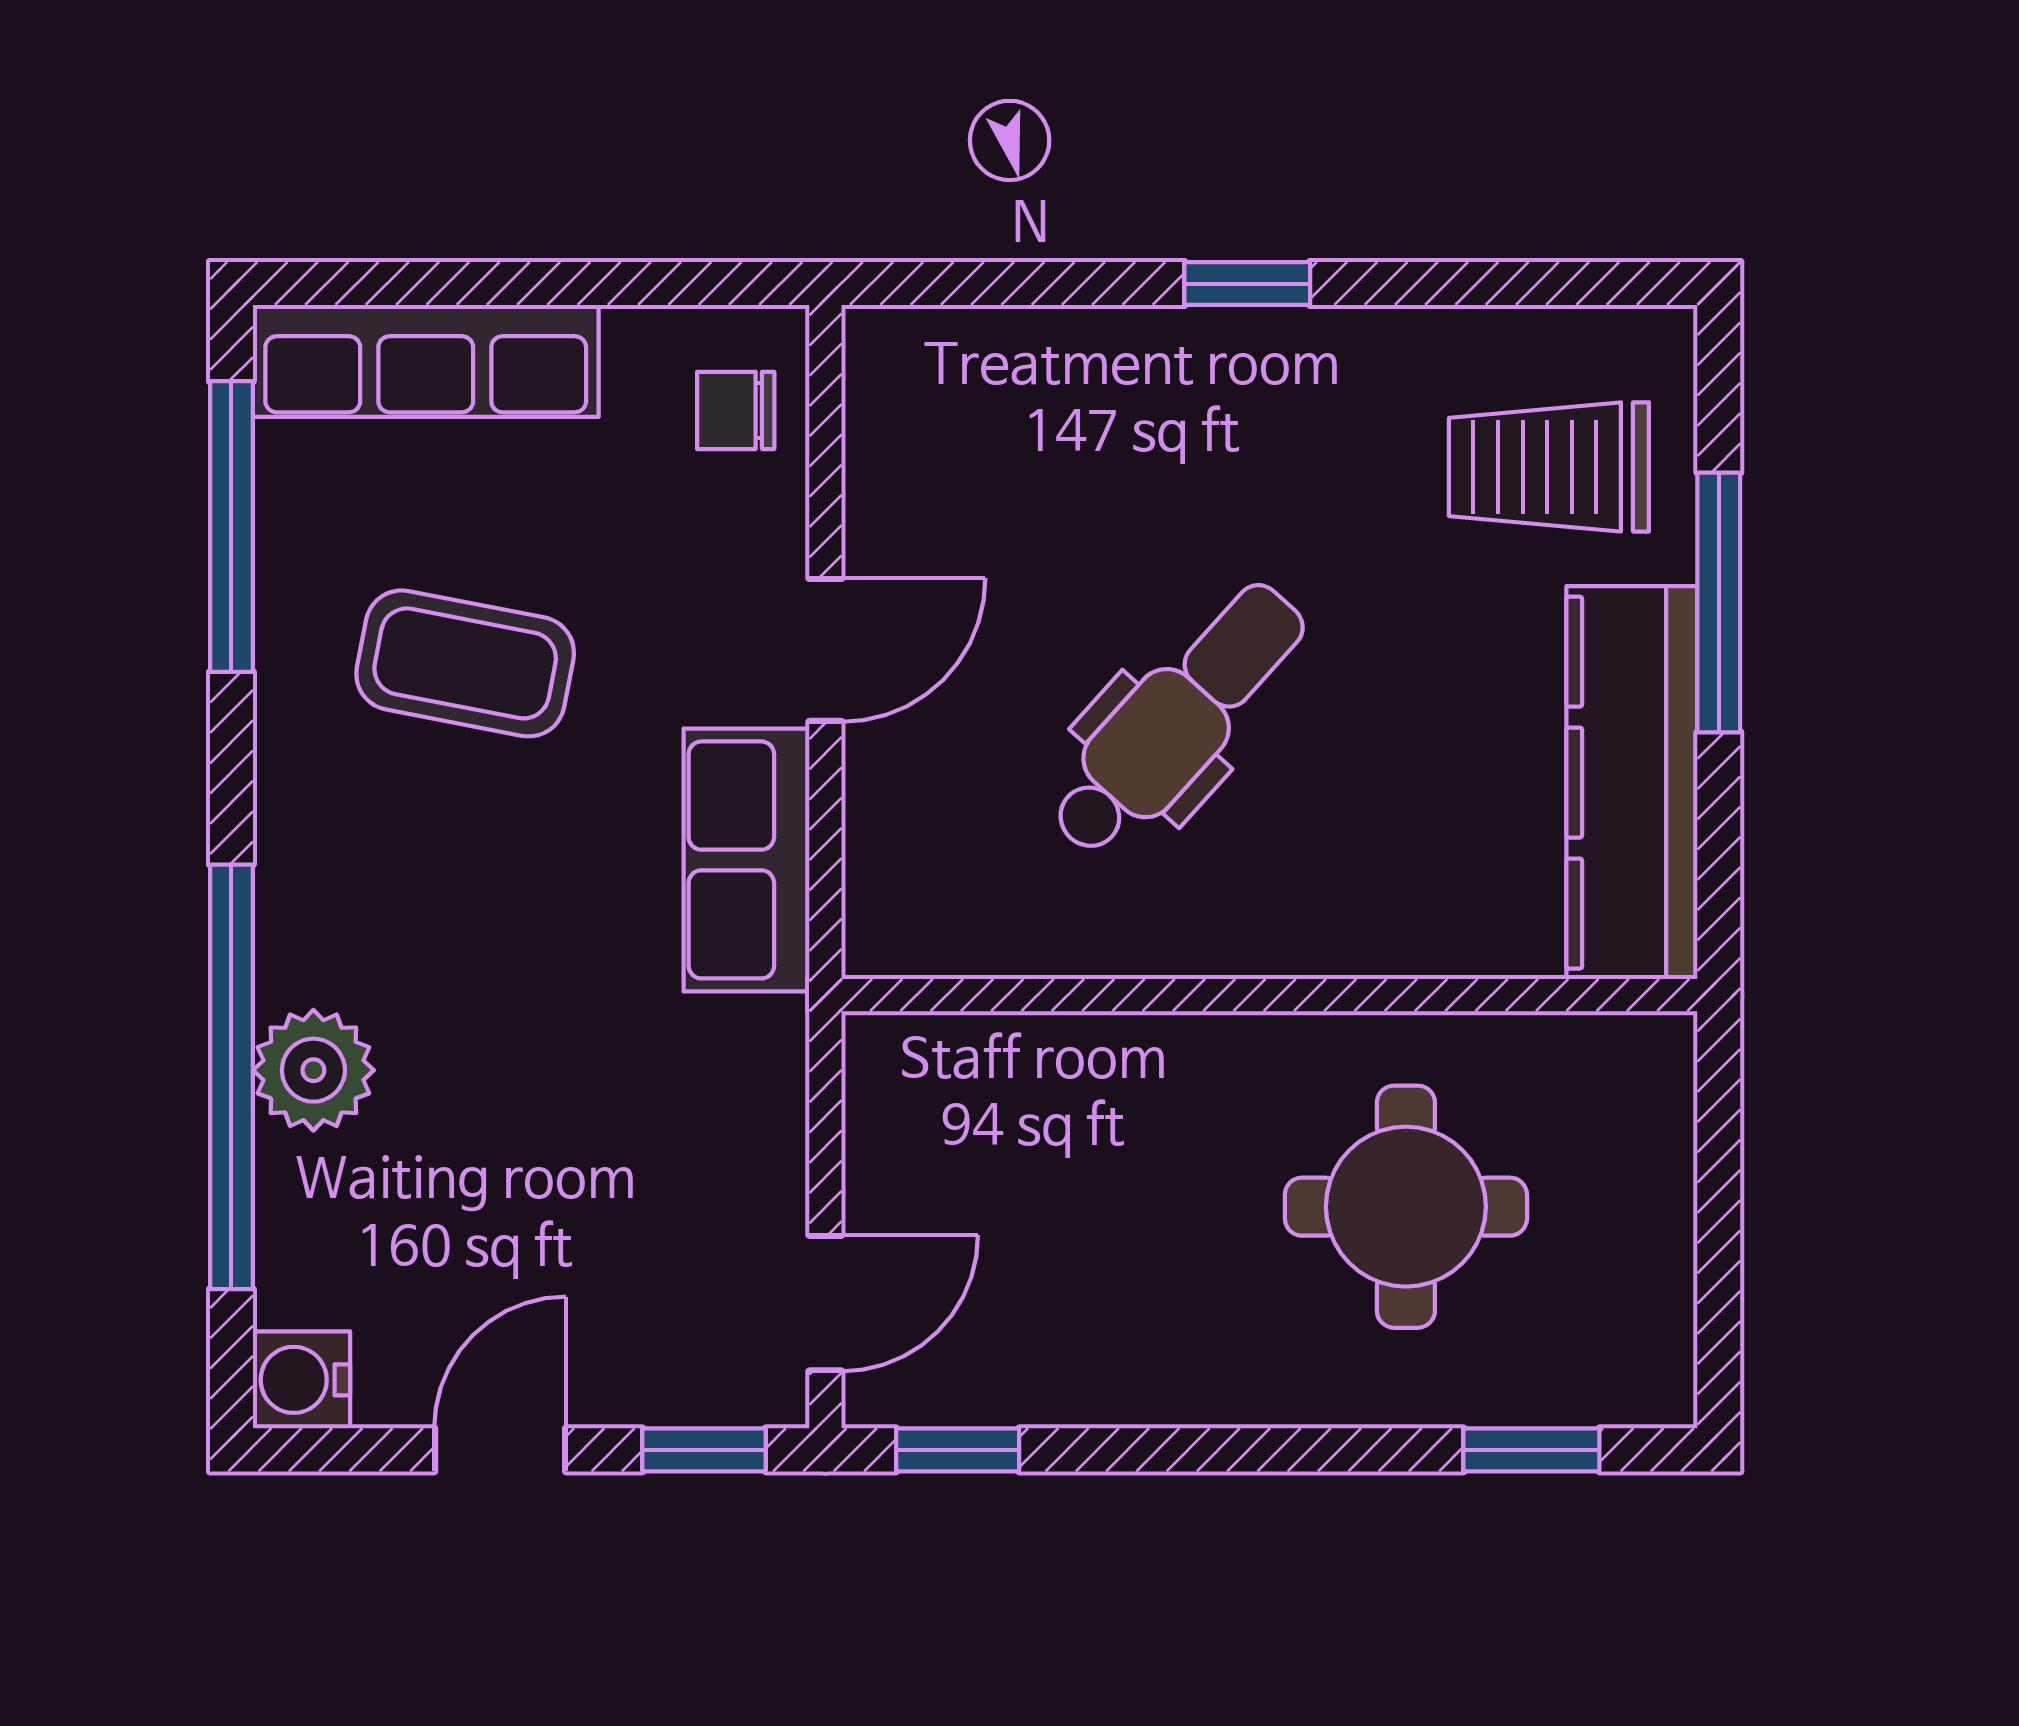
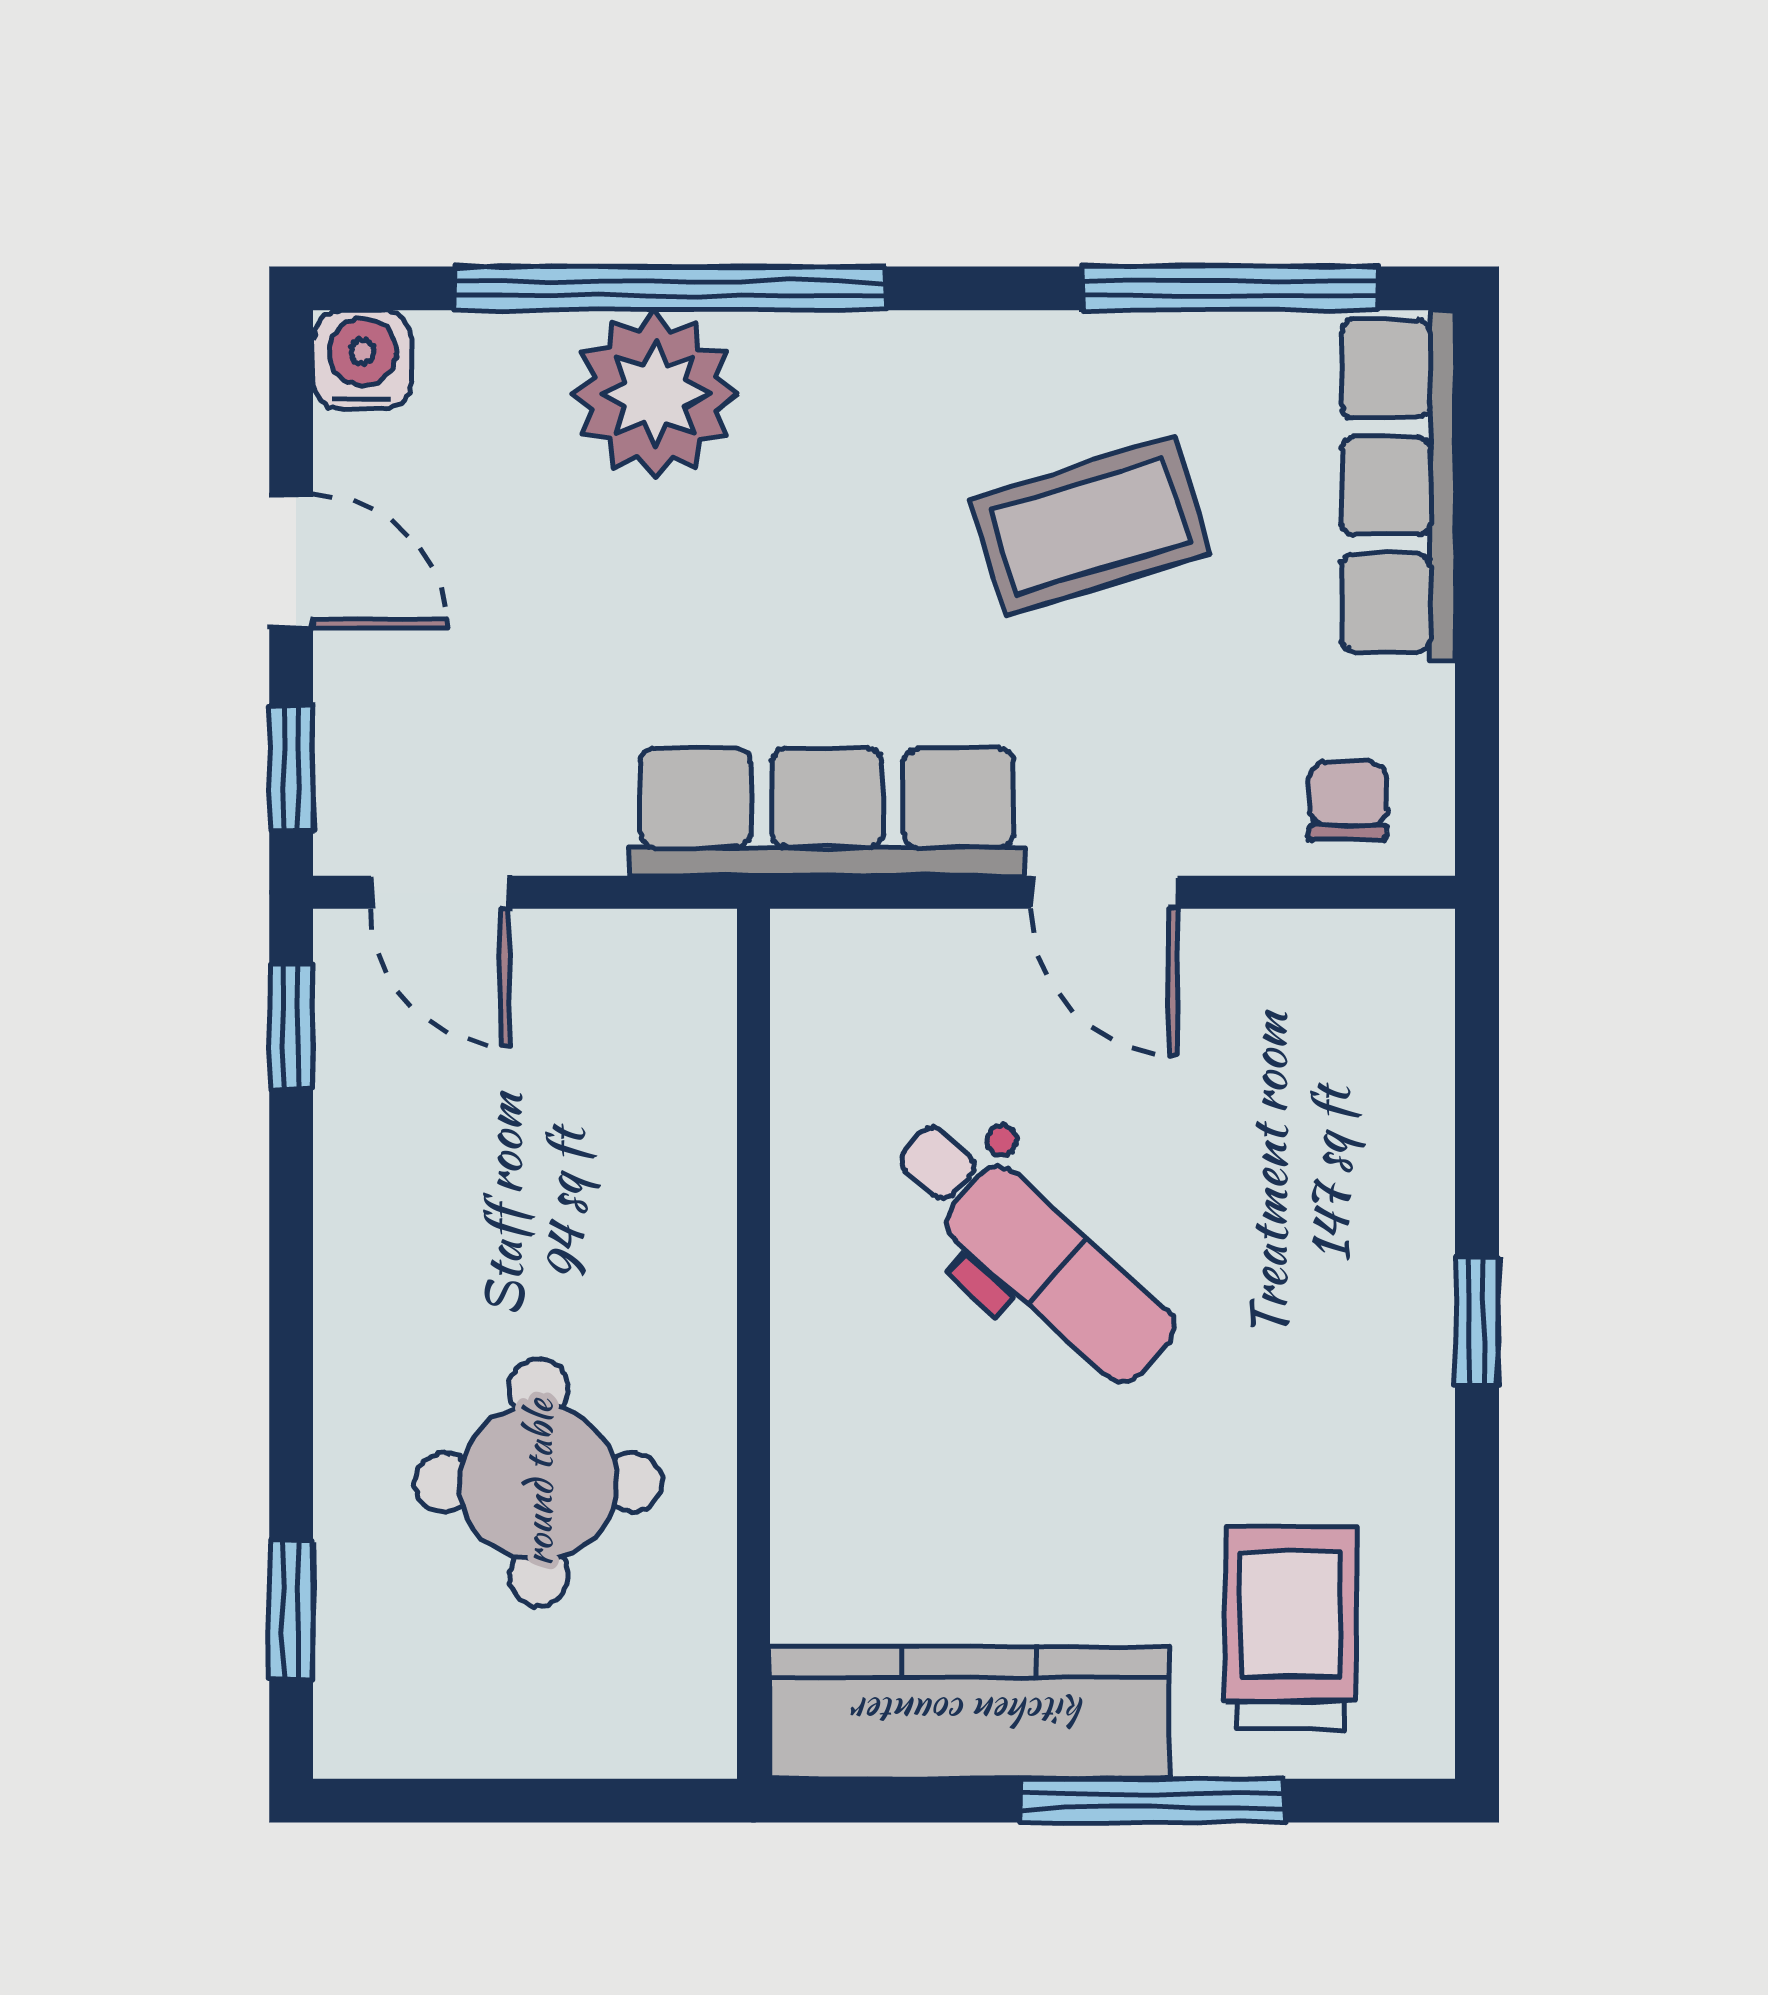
coffee table: (465, 663) -> (1091, 526), turned 62
row of seats: (746, 860) -> (827, 812), width x1.48
plant: (313, 1070) -> (655, 394), width x1.36, depth x1.36

